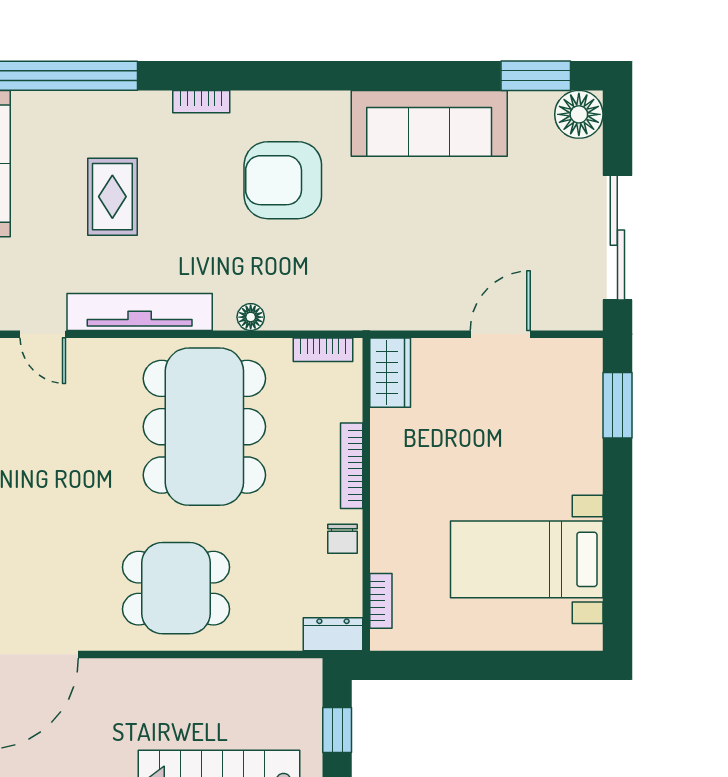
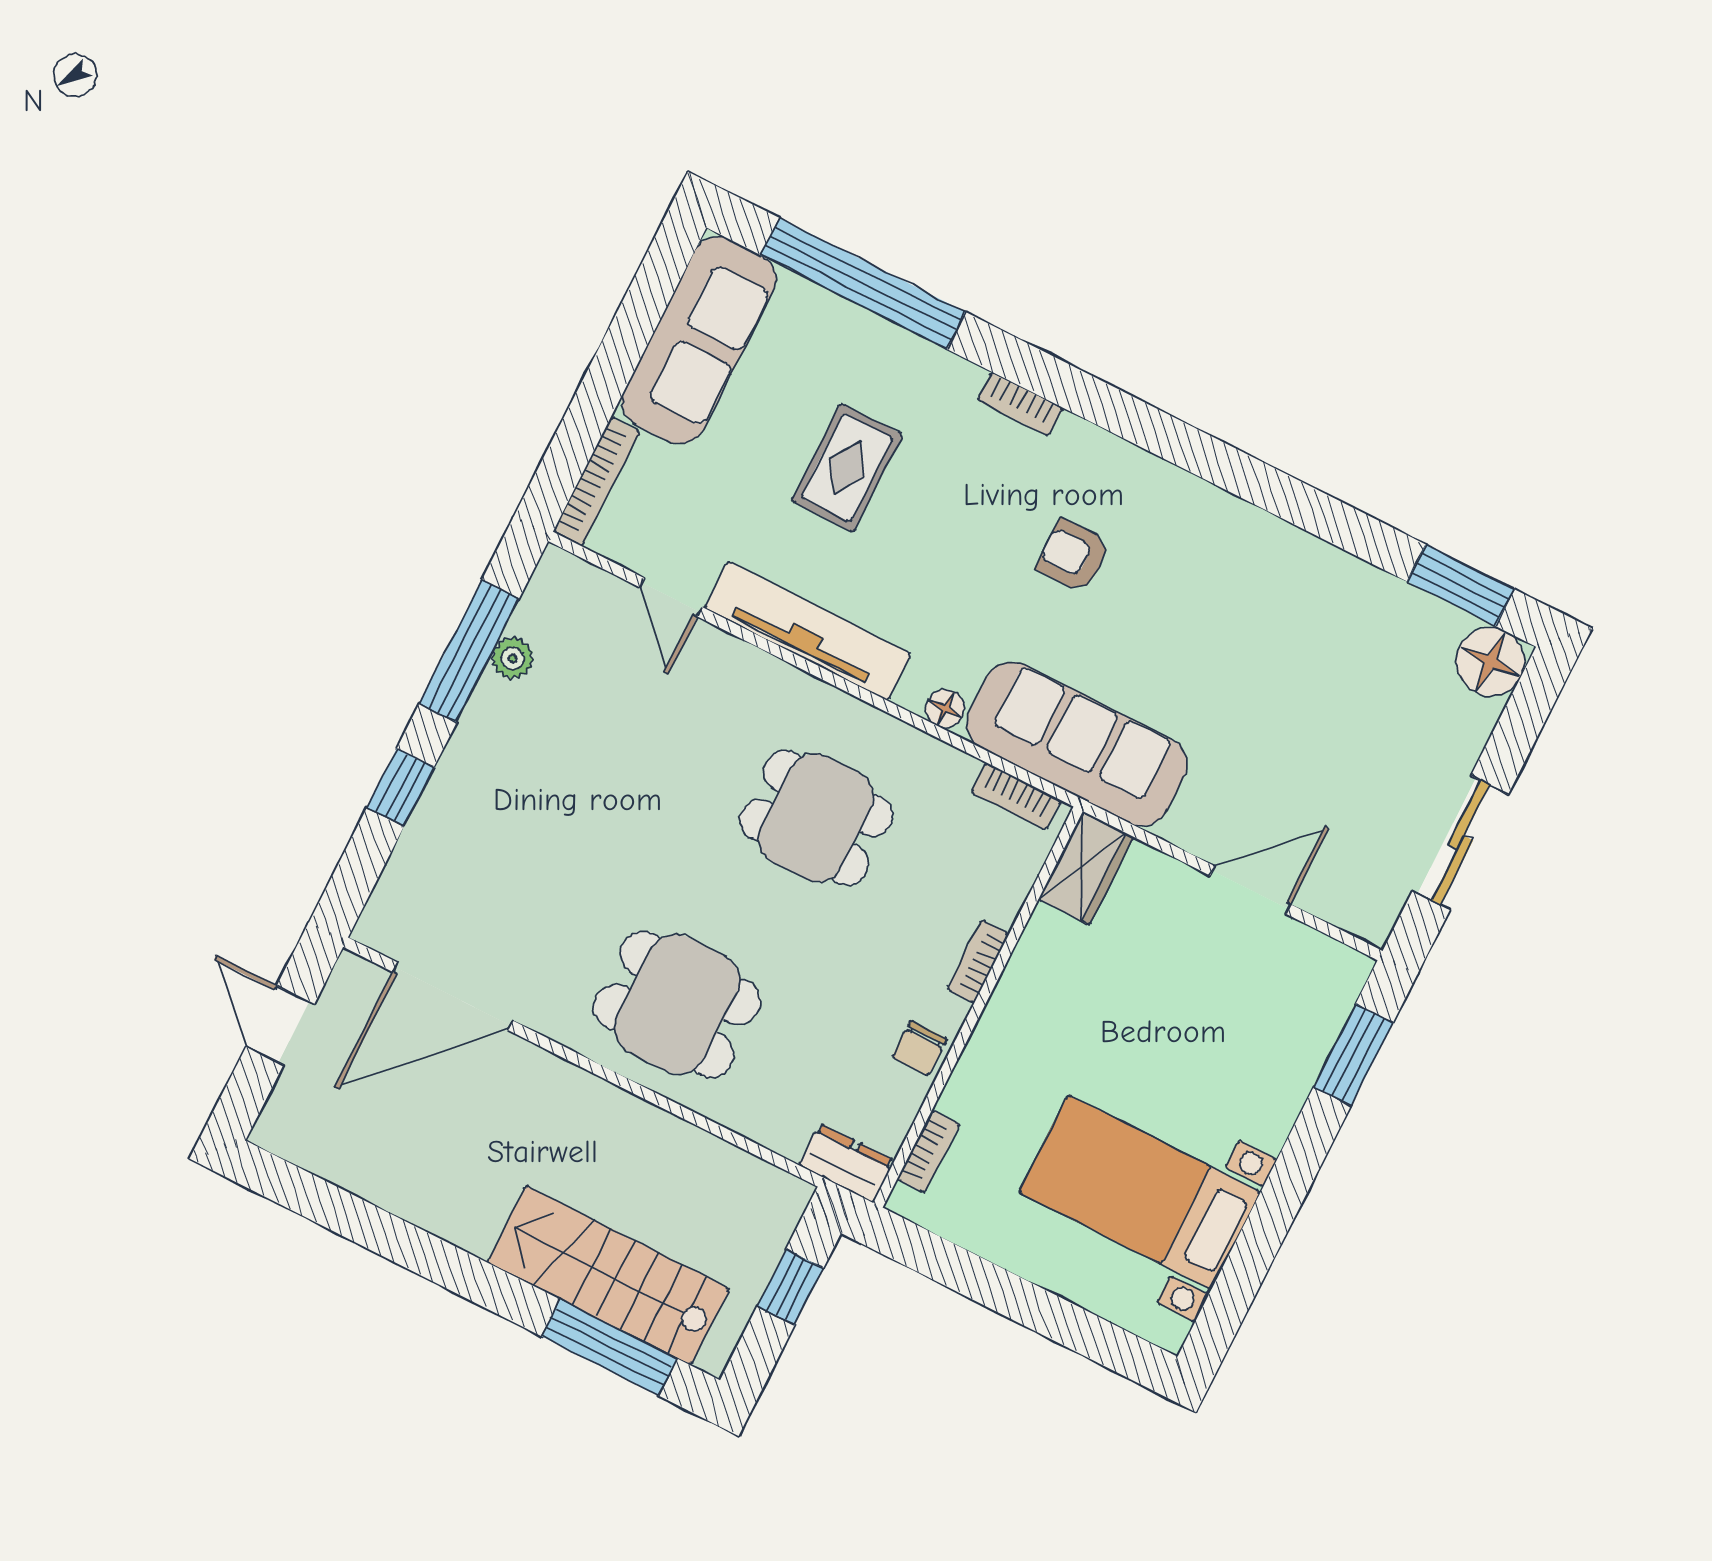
sofa: (429, 123) -> (1077, 744), moved, turned 180
armchair: (283, 180) -> (1073, 556), width x0.53, depth x0.53
sliding door: (617, 238) -> (1460, 843), width x0.73
dining table: (204, 427) -> (816, 818), width x0.53, depth x0.80
bookcase: (352, 466) -> (978, 962), width x0.64

